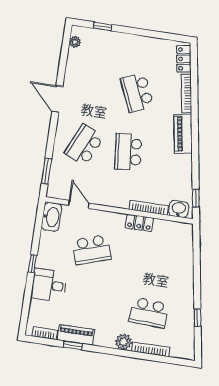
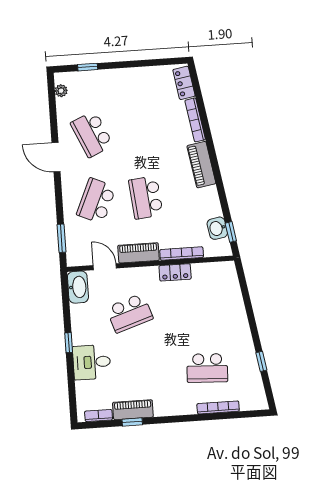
school desk: (137, 92) -> (92, 134), moved
piano: (111, 199) -> (138, 253), added
washbasin: (179, 209) -> (217, 228), moved, turned -99
plant: (123, 342) -> (187, 406), removed

